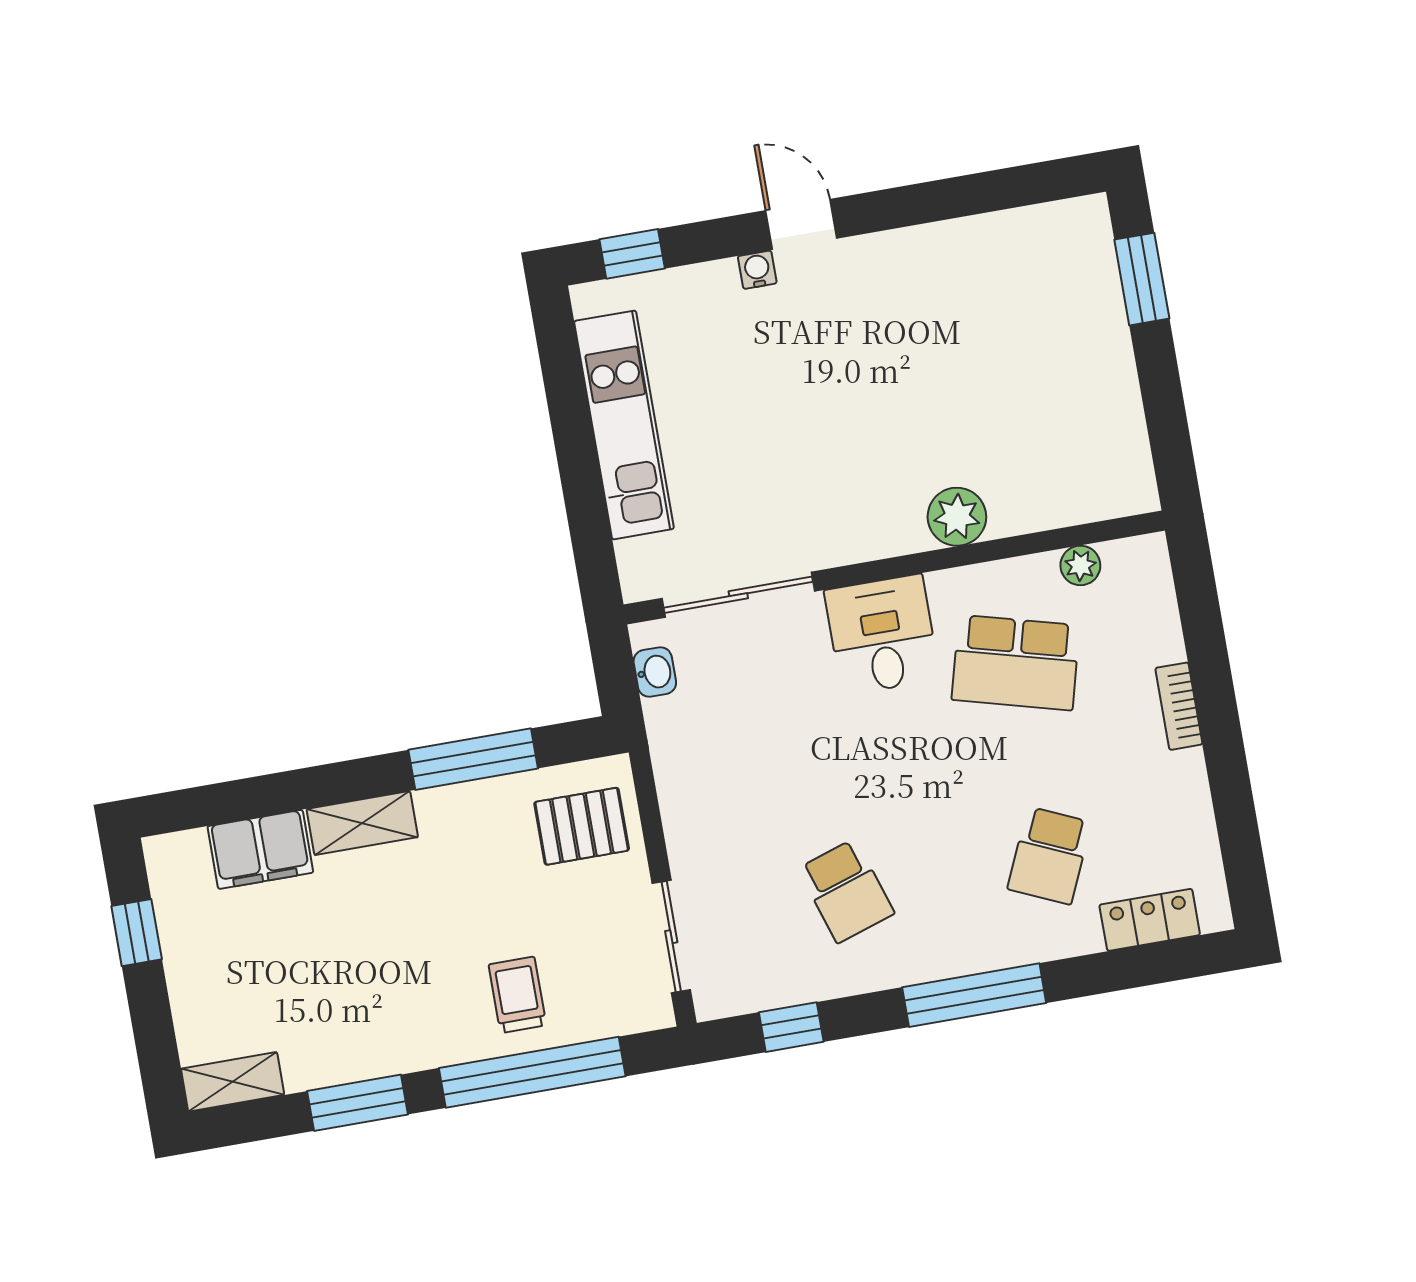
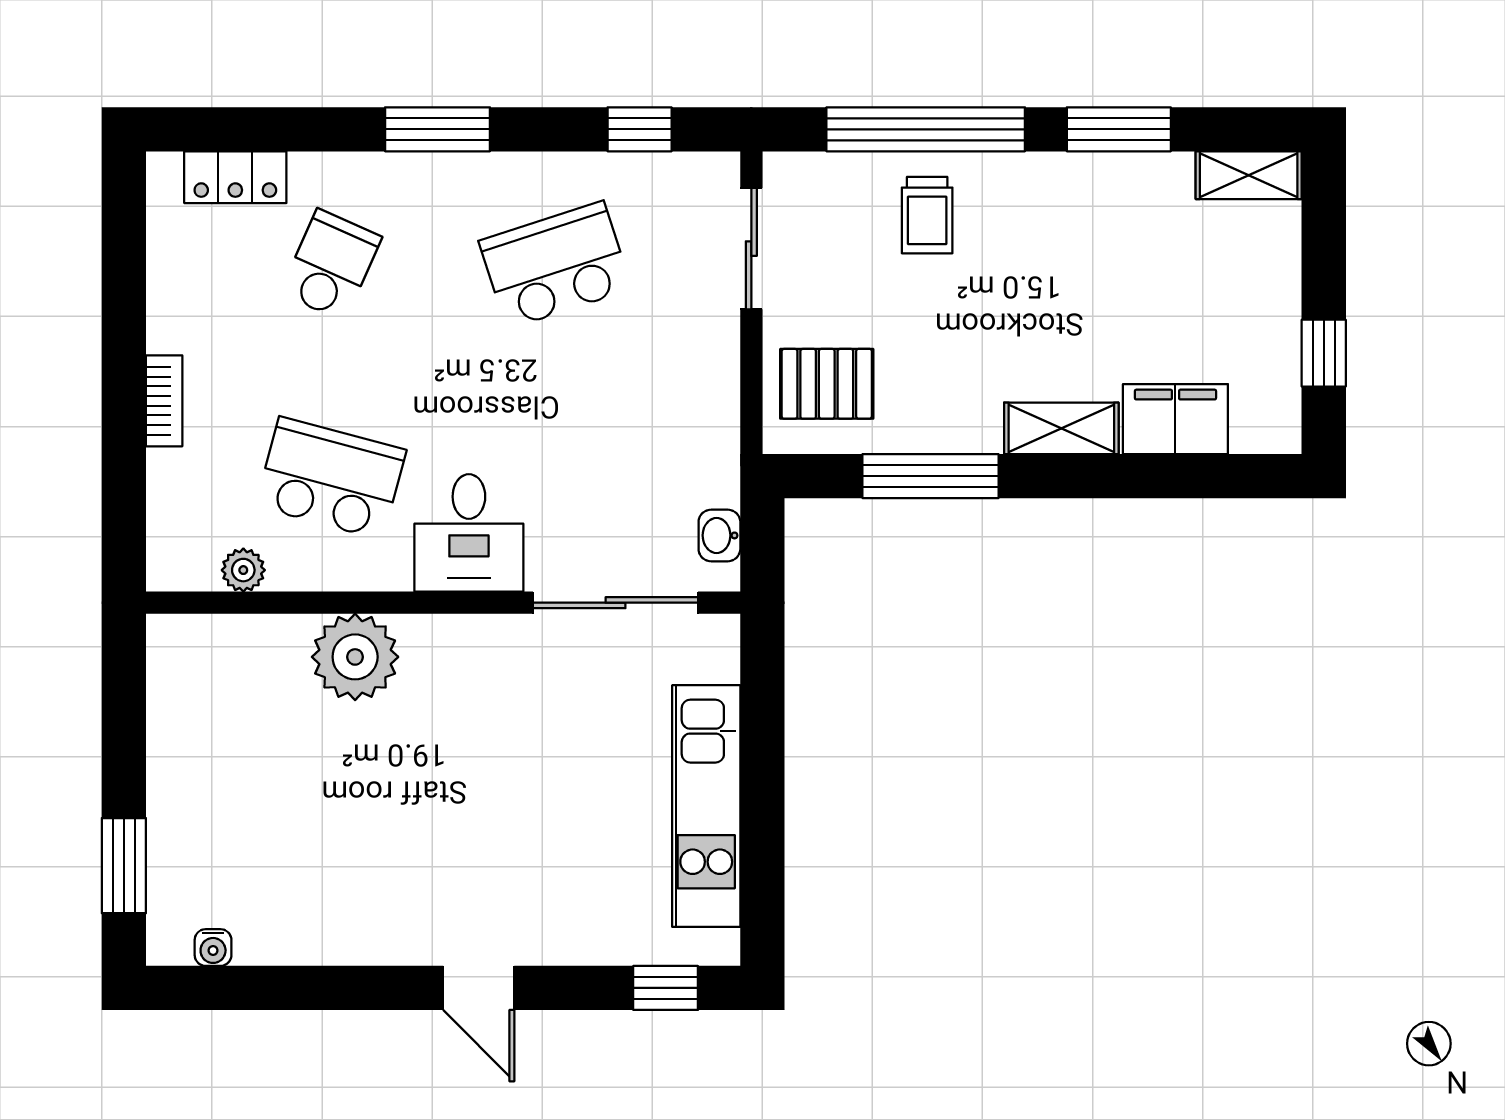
water cooler: (757, 270) -> (213, 948), moved
plant: (957, 517) -> (355, 657), width x1.36, depth x1.36
school desk: (846, 891) -> (555, 265), width x1.85
window: (974, 995) -> (438, 129), width x0.69

